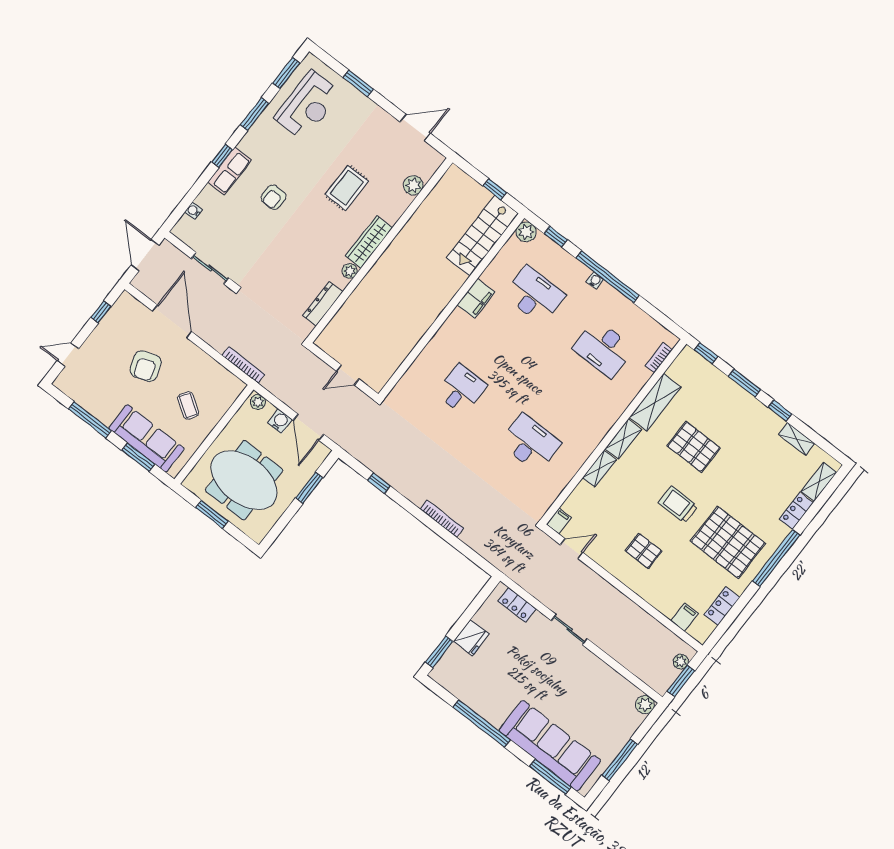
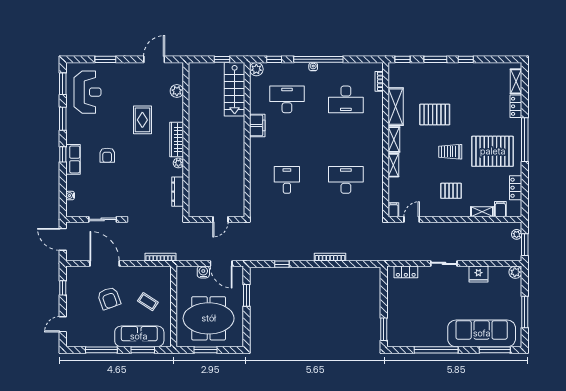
plant: (258, 402) -> (184, 271), removed
shelving: (797, 439) -> (482, 212), moved
fridge: (471, 638) -> (478, 274), moved, turned 90

